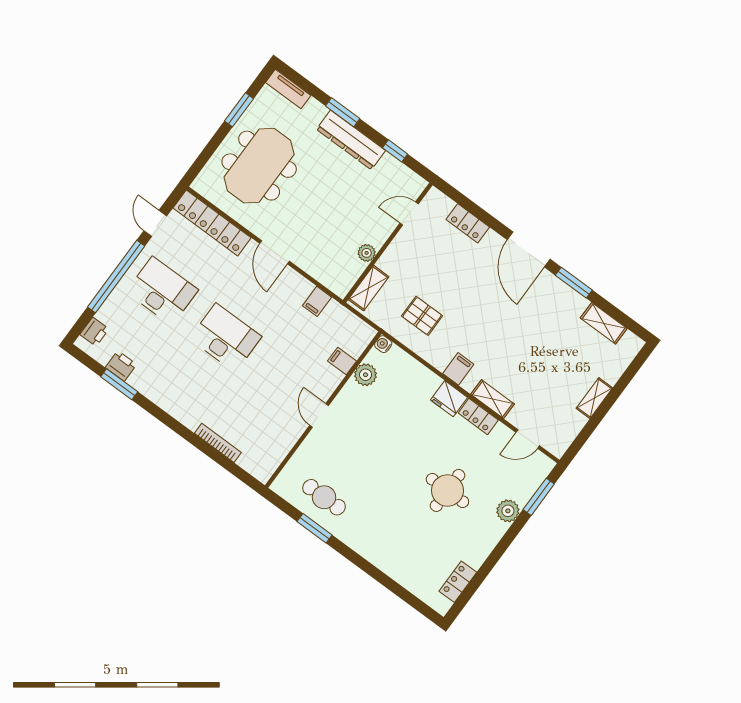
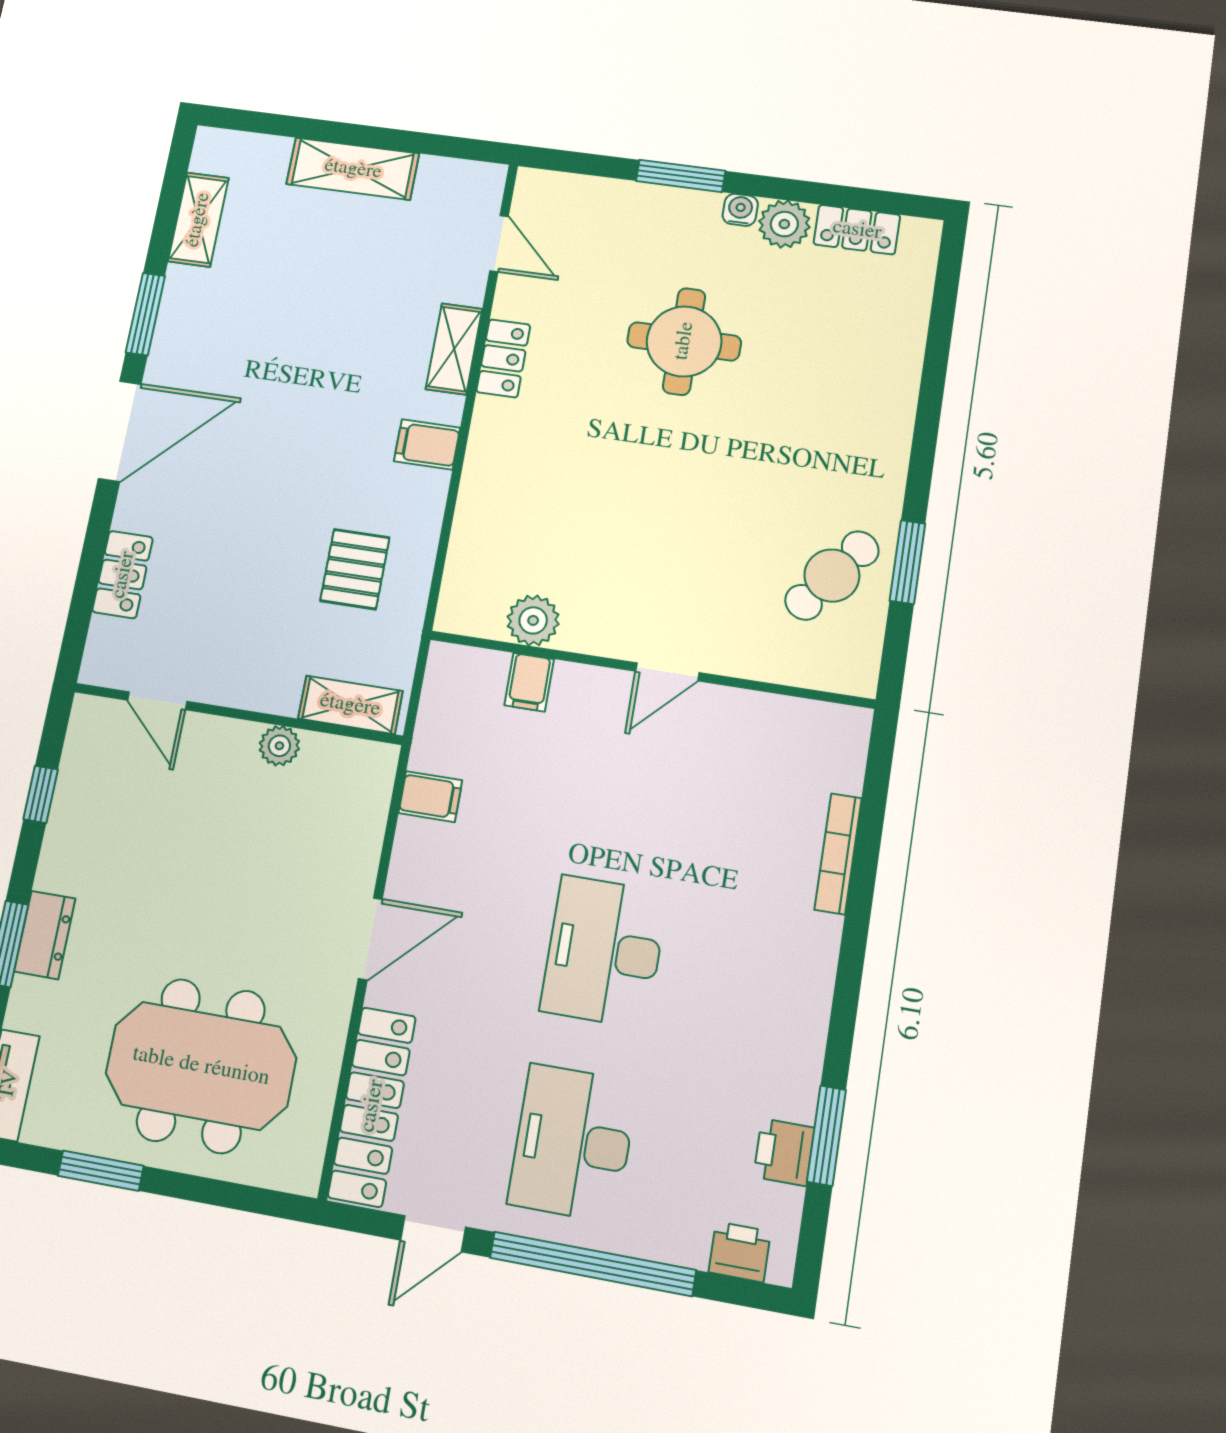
dresser: (351, 140) -> (45, 935), width x0.51, depth x0.80
water cooler: (383, 344) -> (740, 210), moved, turned 180
shelving: (594, 398) -> (353, 169), width x1.50, depth x1.33
fridge: (449, 399) -> (497, 432), removed
cafe table: (324, 497) -> (832, 575), turned 37
window: (539, 497) -> (681, 176), moved
plant: (508, 511) -> (784, 224), moved

